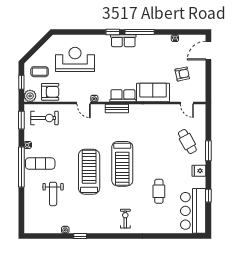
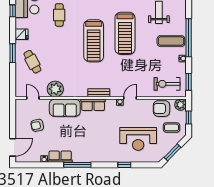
window: (113, 32) -> (124, 165), moved
row of seats: (123, 41) -> (60, 157), moved
window: (39, 45) -> (172, 152), added
door: (84, 103) -> (130, 98), hinge flipped
plant: (163, 113) -> (55, 89), added
treadmill: (122, 164) -> (94, 41), turned 180

